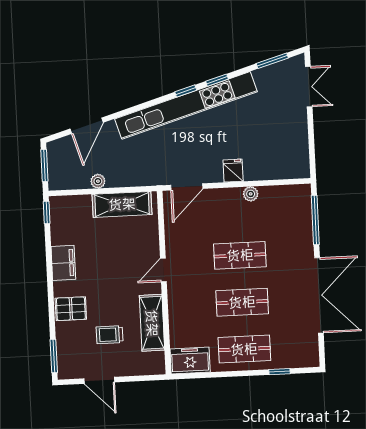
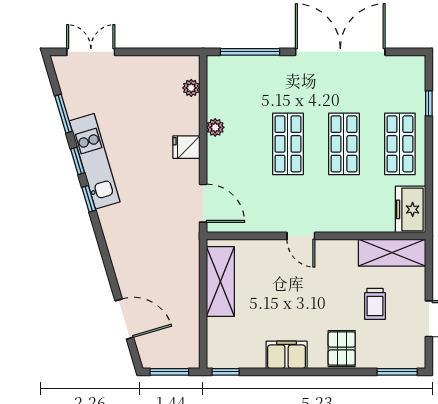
window: (272, 61) -> (64, 114), moved
kitchen unit: (186, 105) -> (95, 161), width x0.54
plant: (98, 181) -> (191, 88), moved
shelving: (152, 323) -> (392, 253), moved

